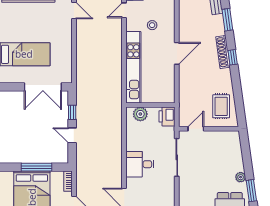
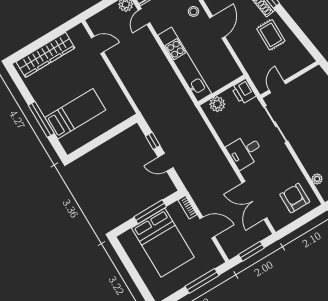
stool: (152, 25) -> (194, 11), moved
double door: (43, 87) -> (111, 133), removed
rug: (221, 106) -> (271, 35), moved

